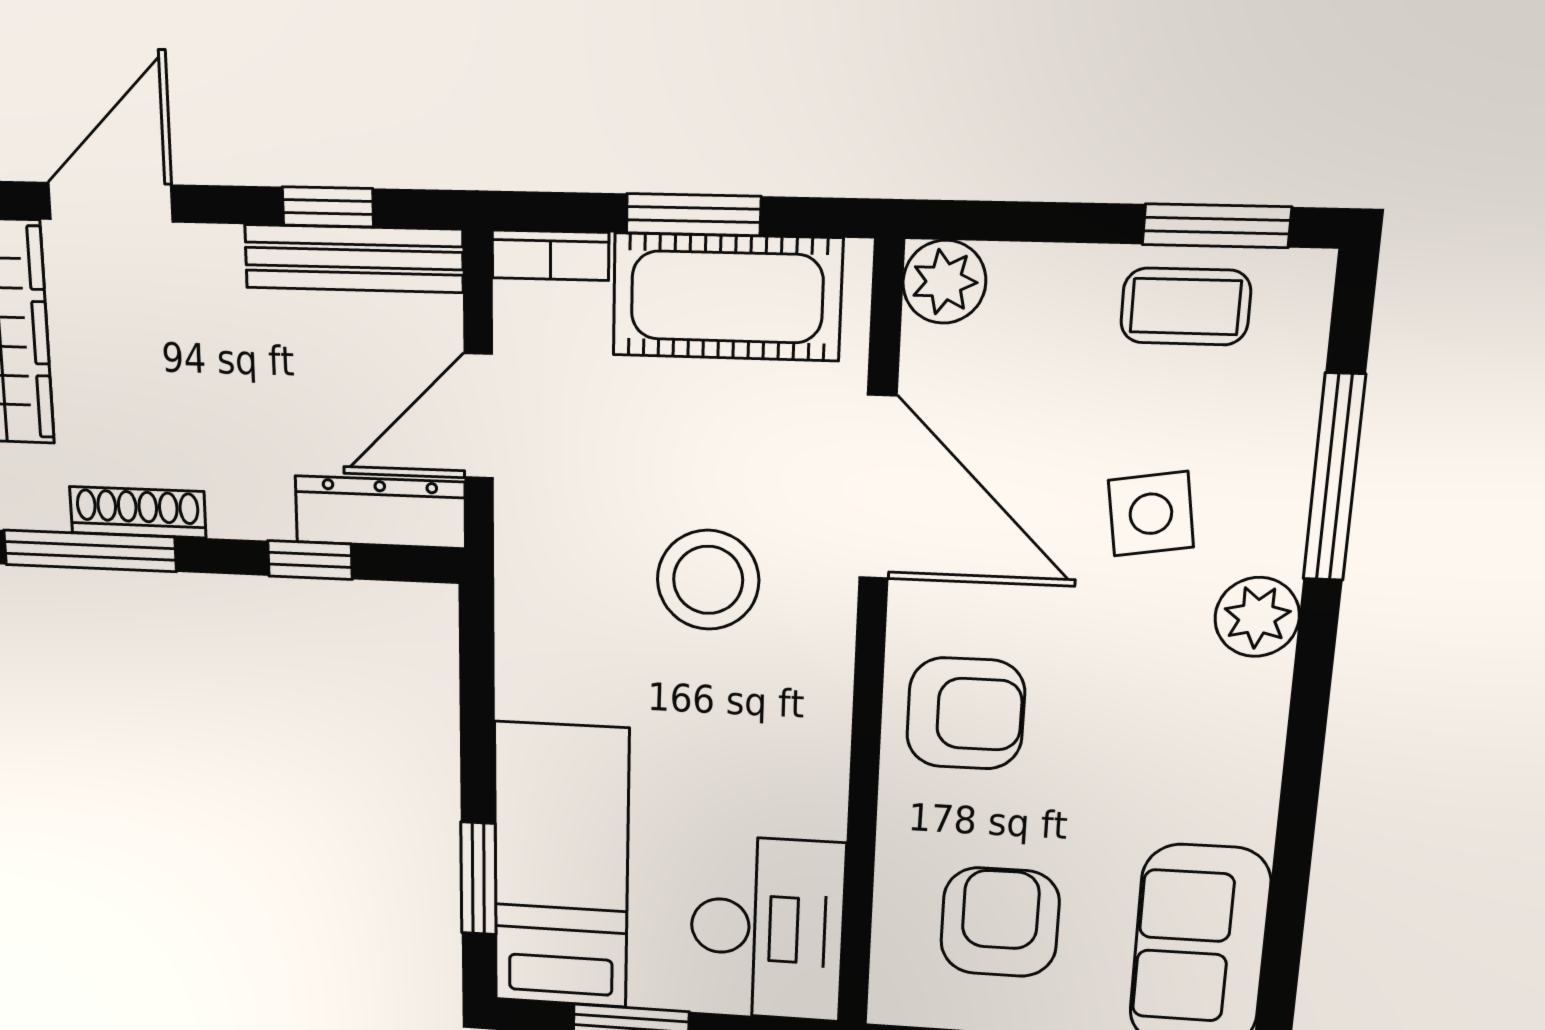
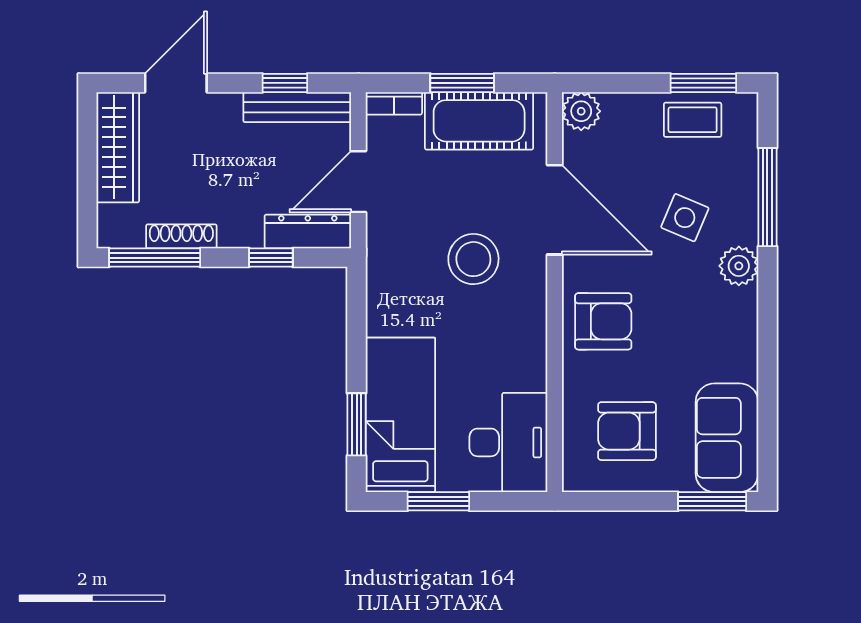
side table: (1151, 514) -> (685, 218), turned 32
armchair: (1000, 922) -> (627, 431), turned -90

